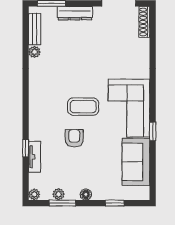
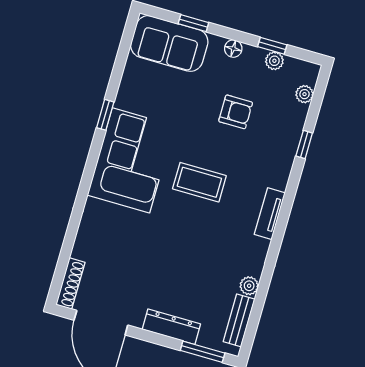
armchair: (74, 138) -> (236, 112), moved, turned -90
tv unit: (35, 157) -> (270, 214), moved
sofa: (136, 162) -> (169, 43), moved, turned 90
plant: (34, 194) -> (304, 94), moved
window: (62, 203) -> (272, 46), width x0.67

